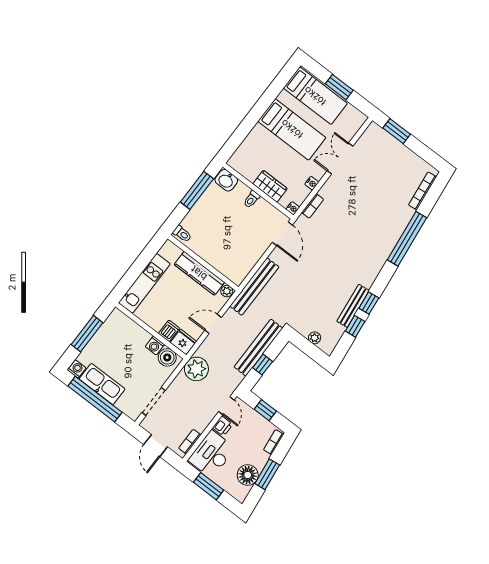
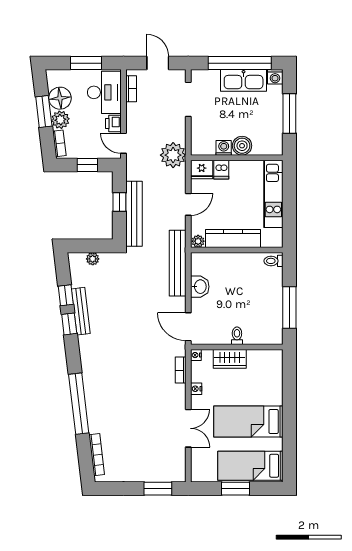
washbasin: (226, 180) -> (200, 287), moved, turned 90
boiler: (167, 357) -> (242, 146), moved
plant: (260, 459) -> (60, 120), added

